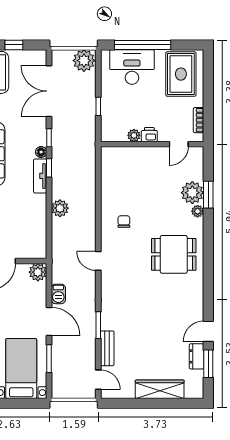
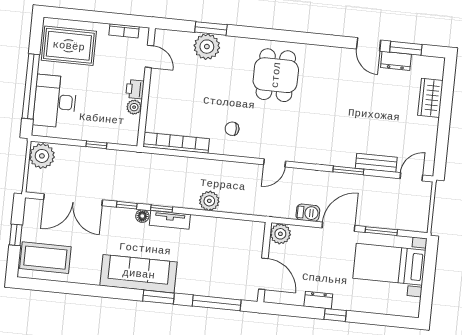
bookcase: (107, 175) -> (176, 143), added
plant: (198, 211) -> (229, 43), removed
wardrobe: (160, 389) -> (430, 98), width x0.67

